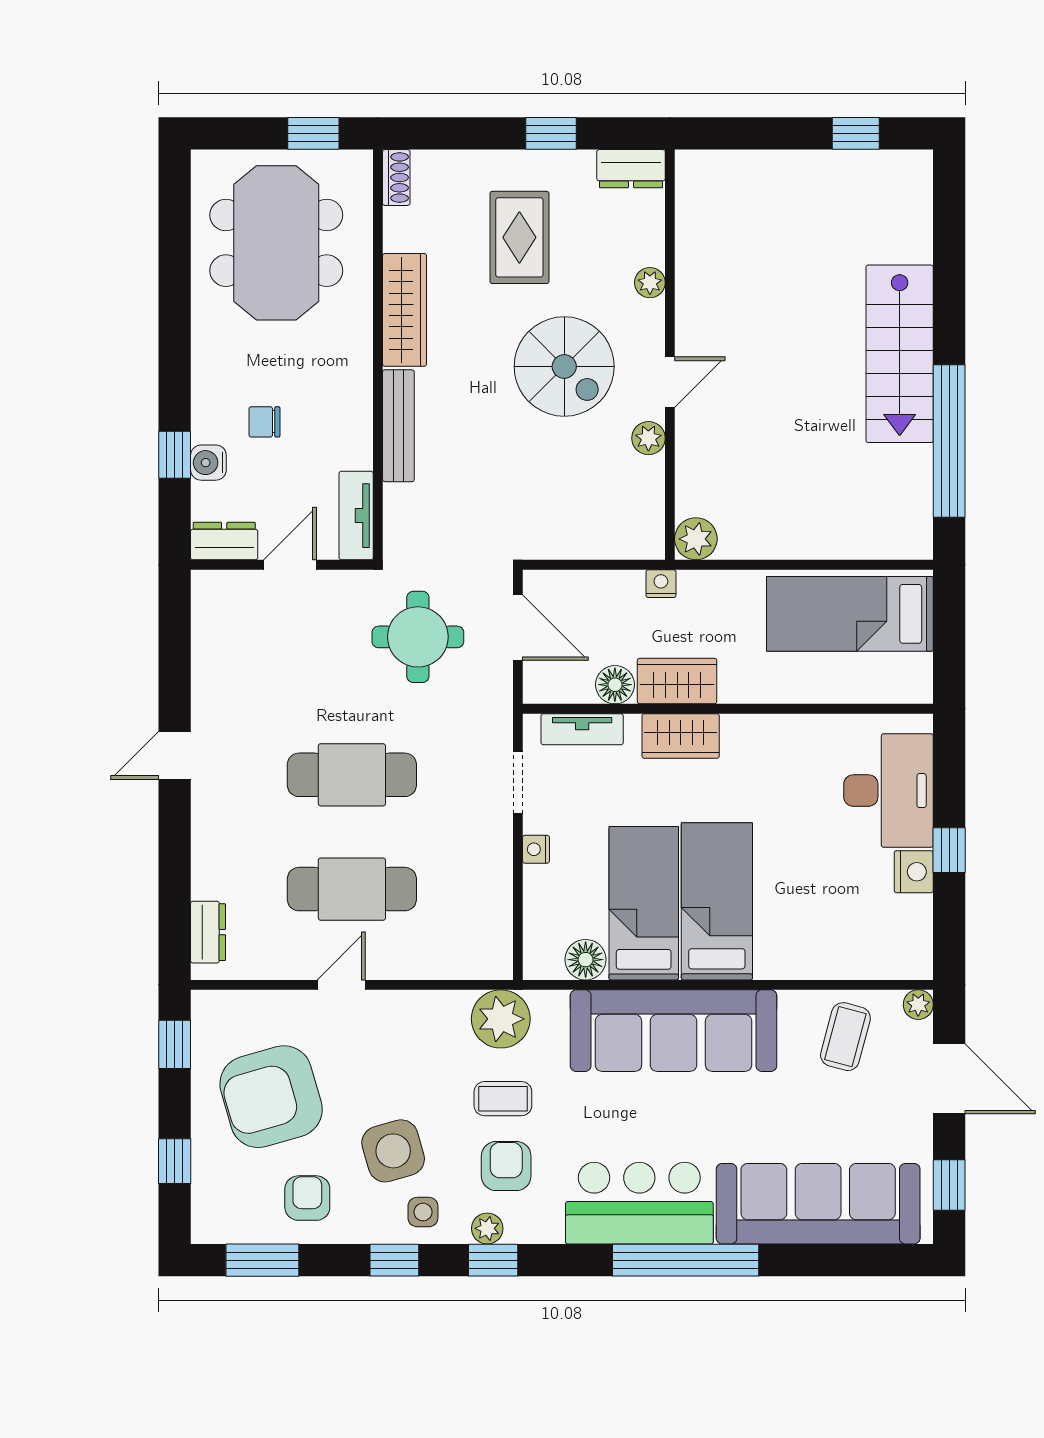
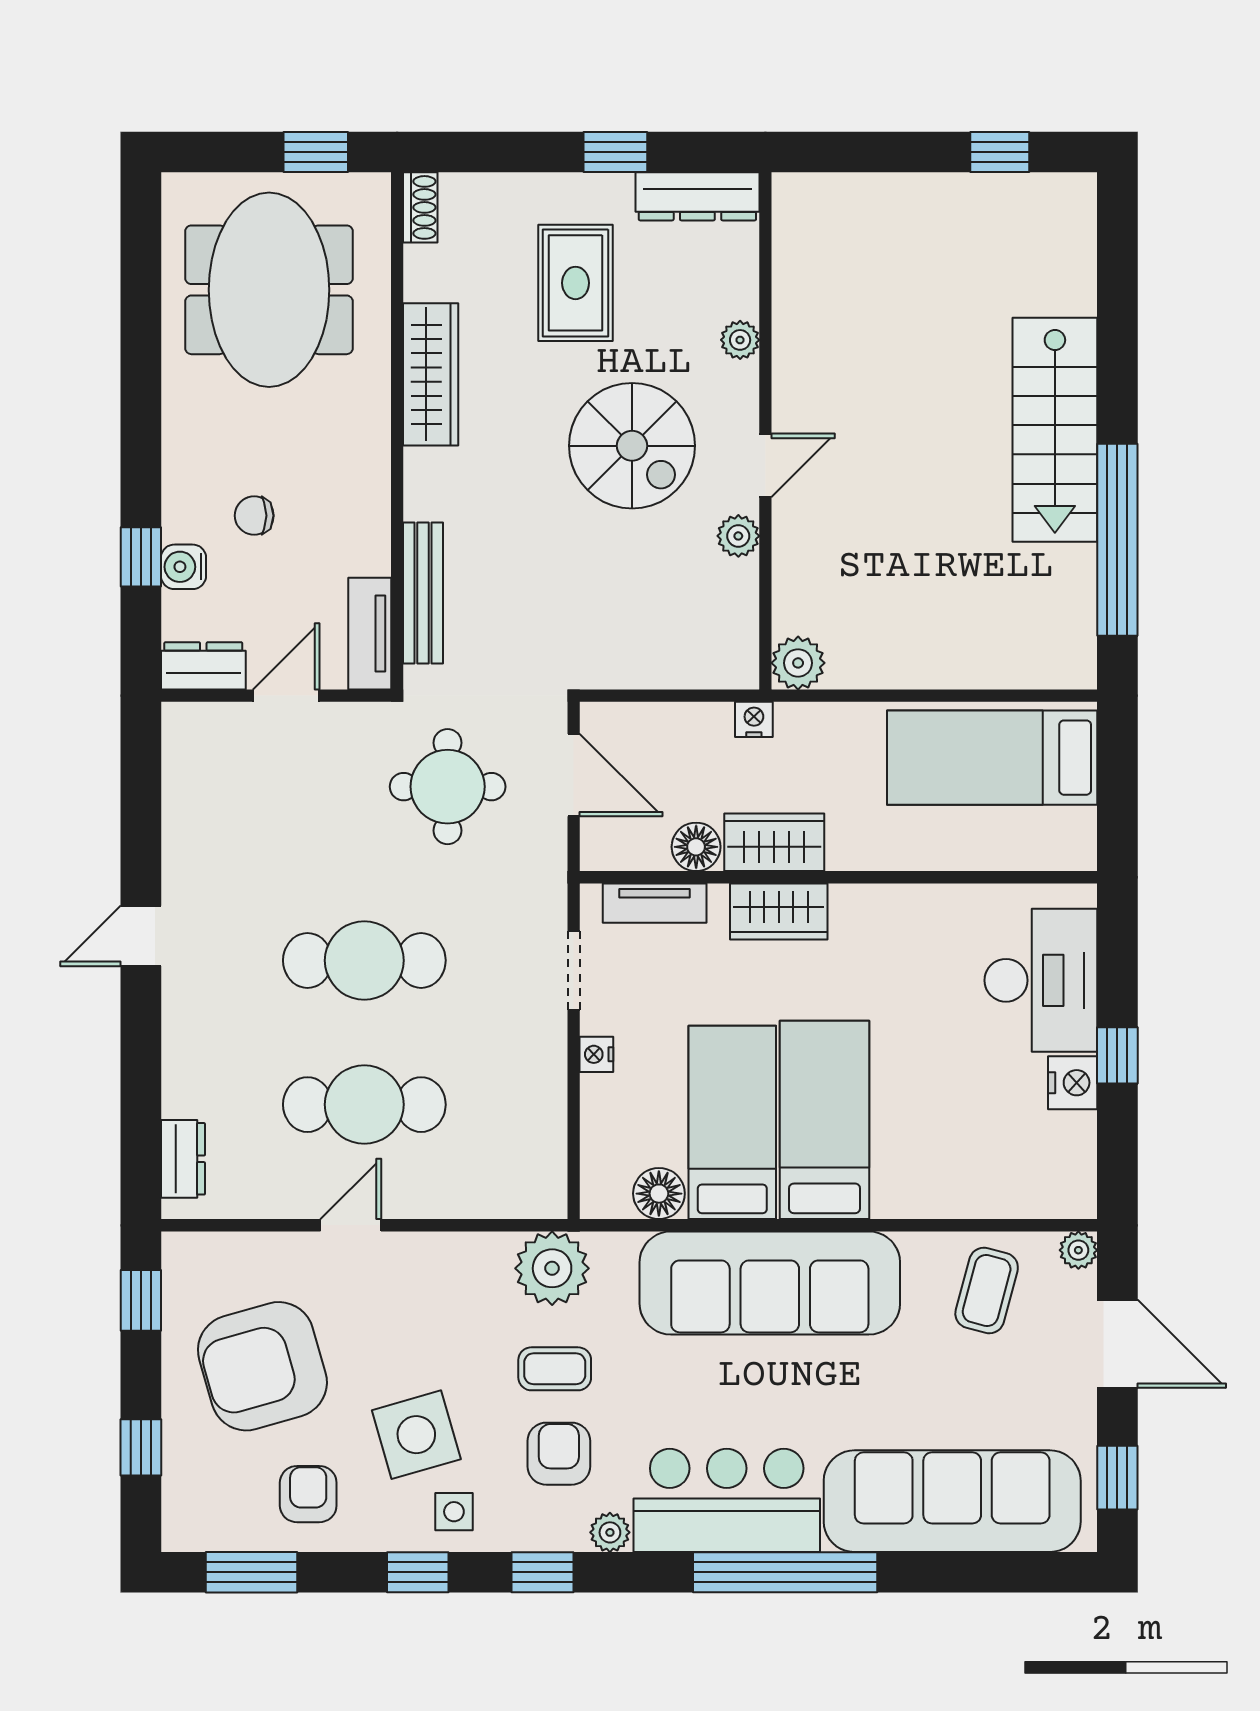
dresser: (631, 169) -> (697, 196), width x1.44
bench: (398, 426) -> (423, 593), moved
plant: (487, 1228) -> (610, 1532), moved

